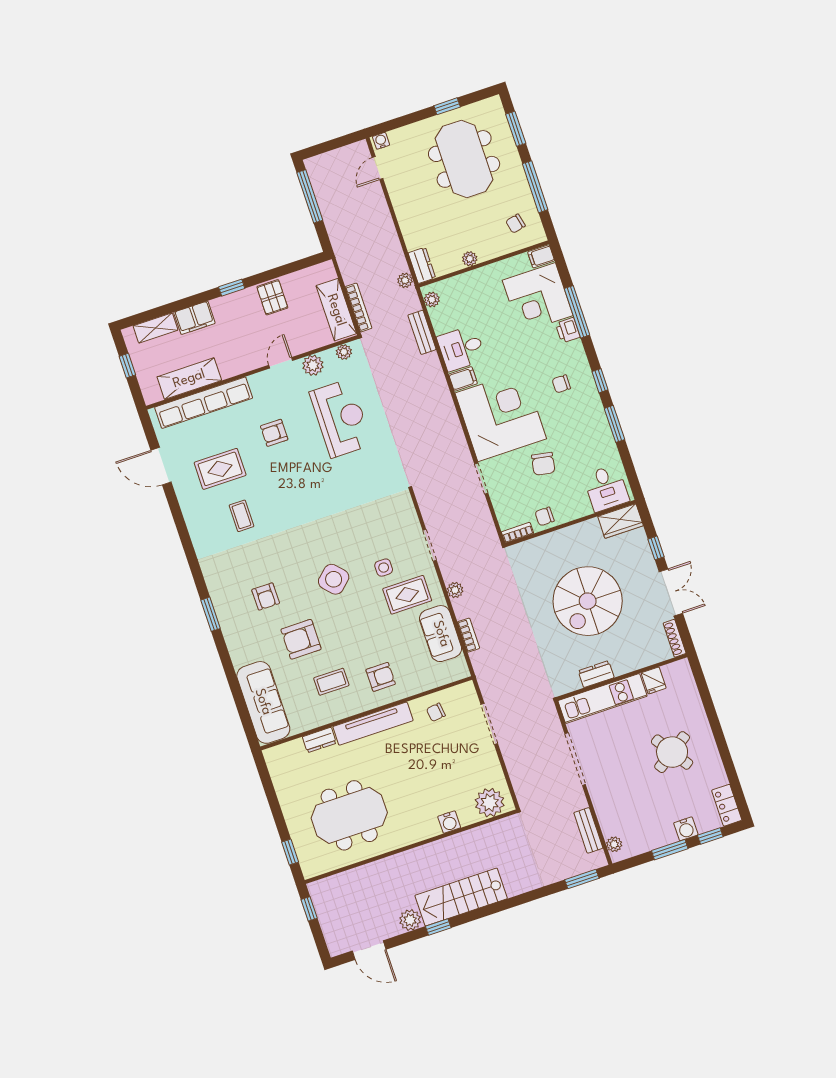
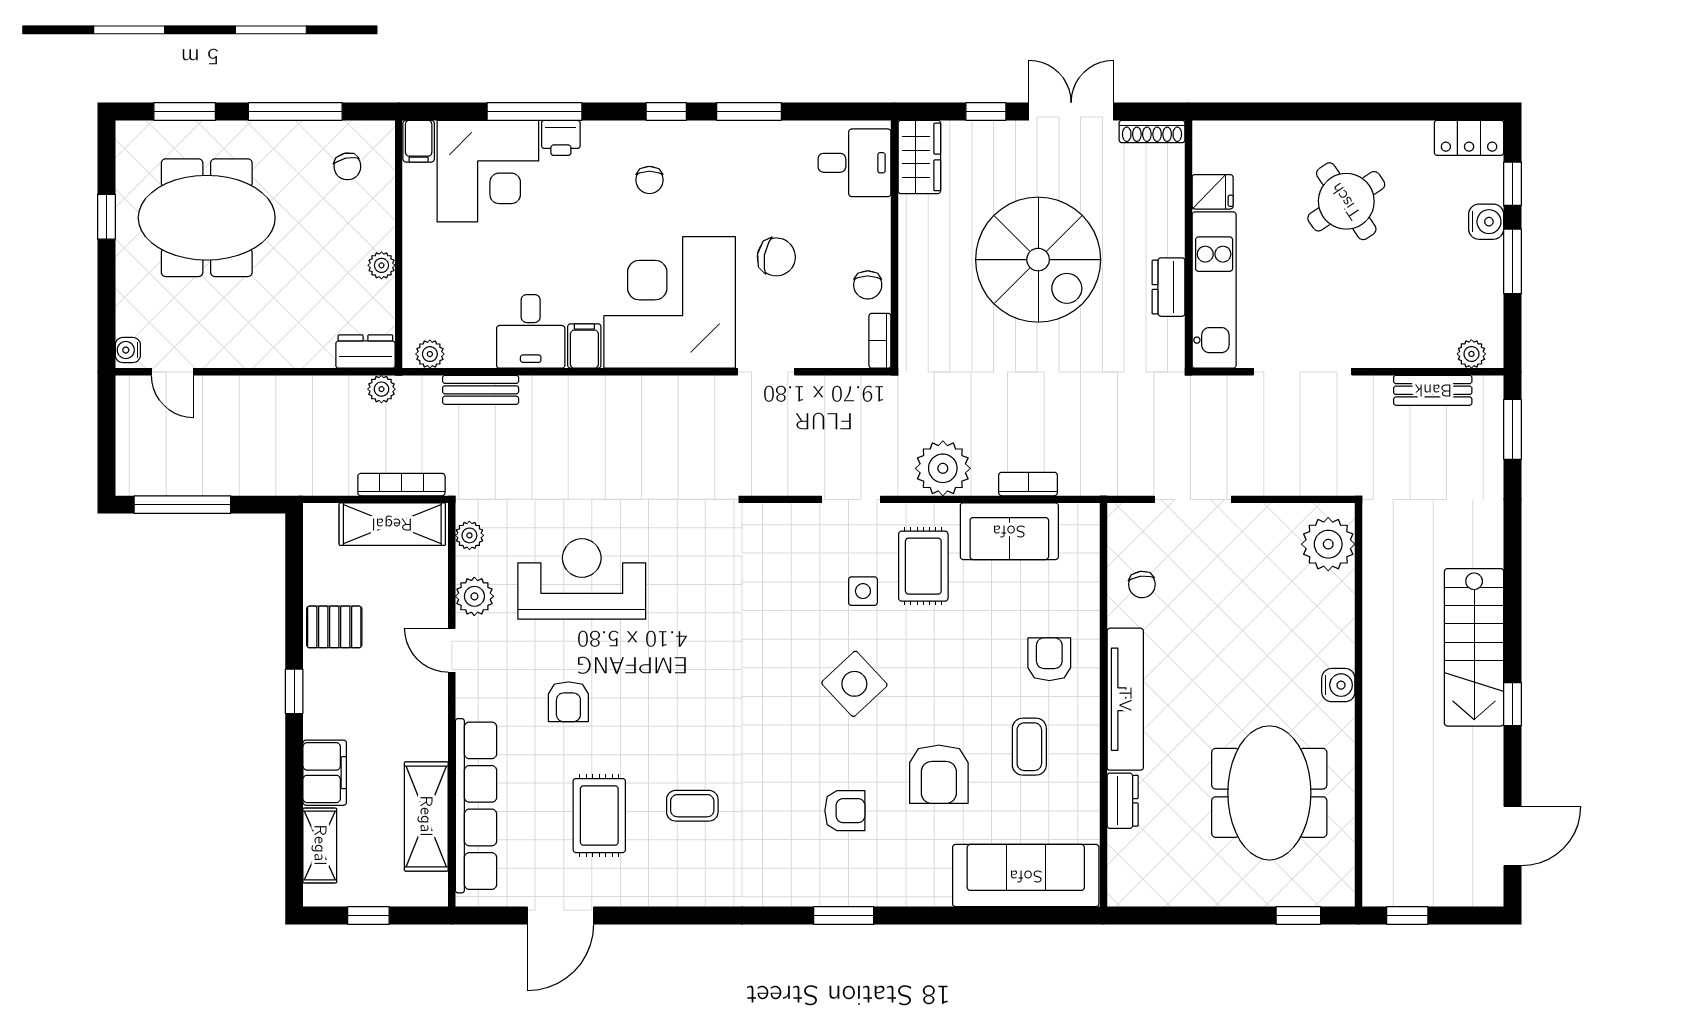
plant: (455, 590) -> (943, 468), width x1.87, depth x1.87
water cooler: (449, 822) -> (1338, 685), moved
plant: (410, 920) -> (1484, 748), removed

